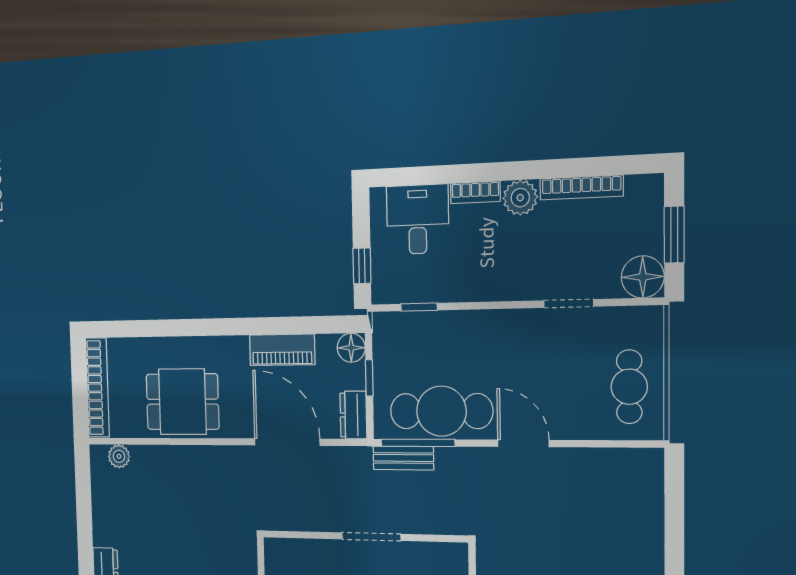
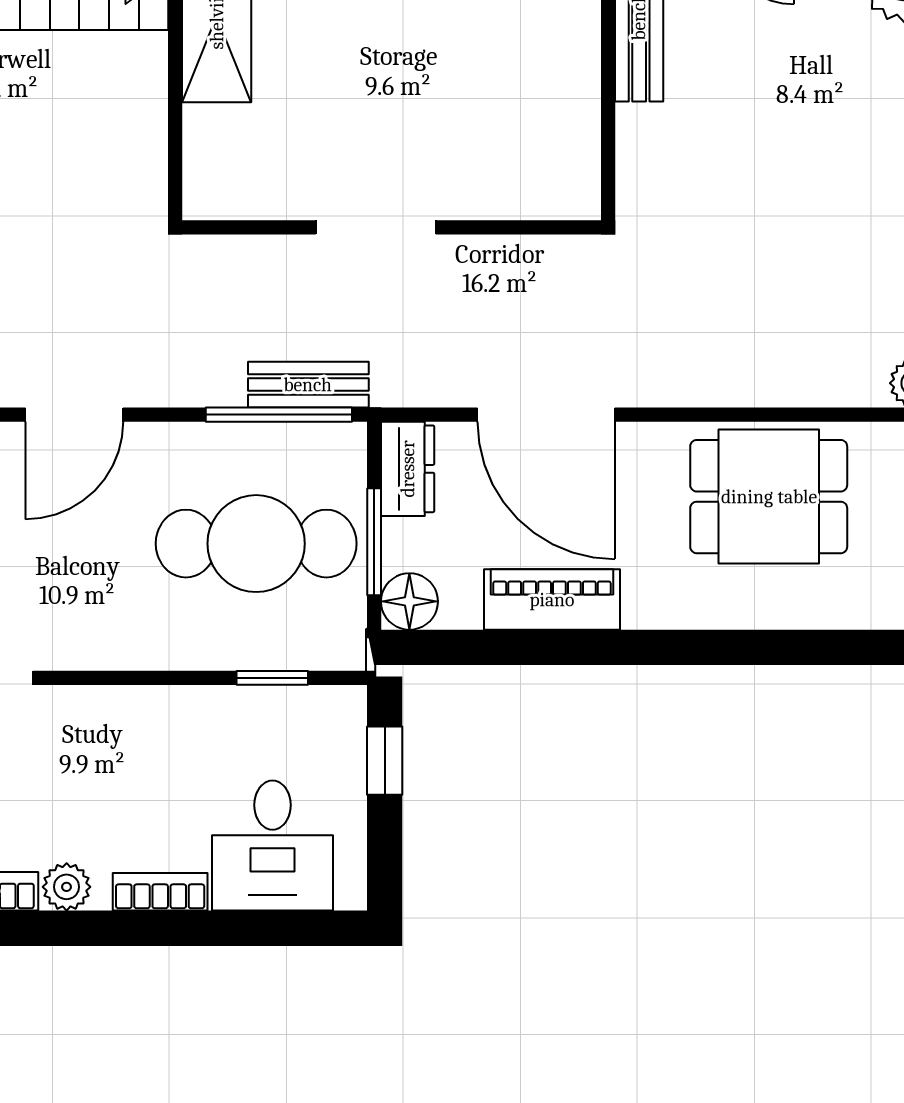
plant: (520, 198) -> (67, 887), width x0.73, depth x0.73
window: (369, 378) -> (374, 542), width x1.50
cafe table: (441, 411) -> (256, 544), moved
door: (523, 443) -> (74, 415), hinge flipped

